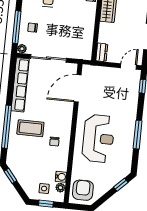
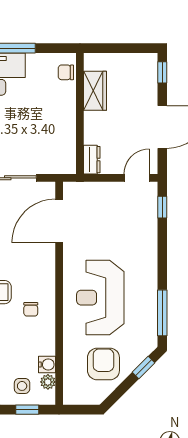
window: (138, 135) -> (162, 313), moved
reception desk: (98, 139) -> (100, 298), turned 180
armchair: (83, 190) -> (103, 364), moved

